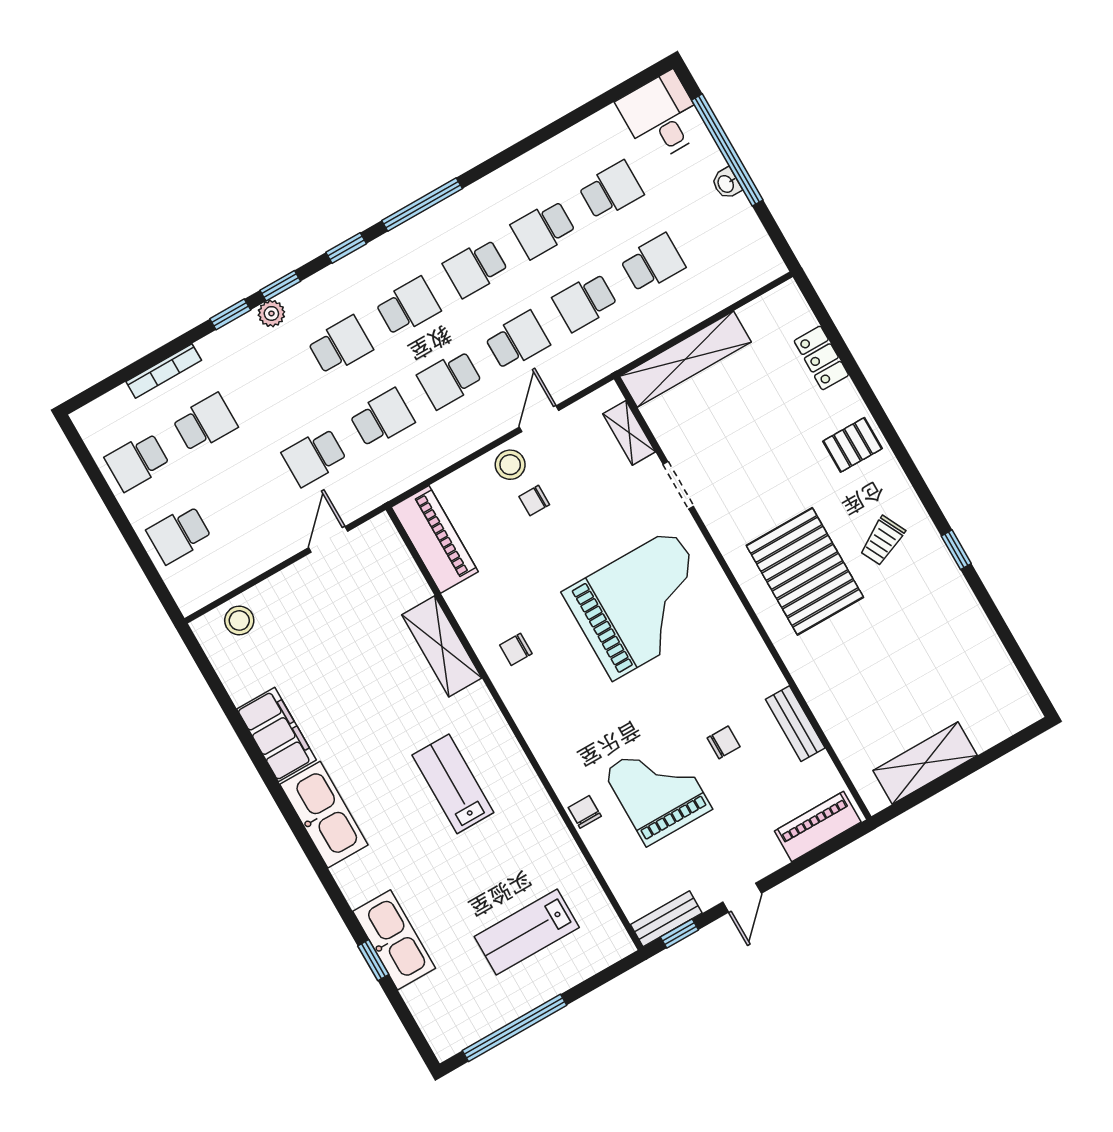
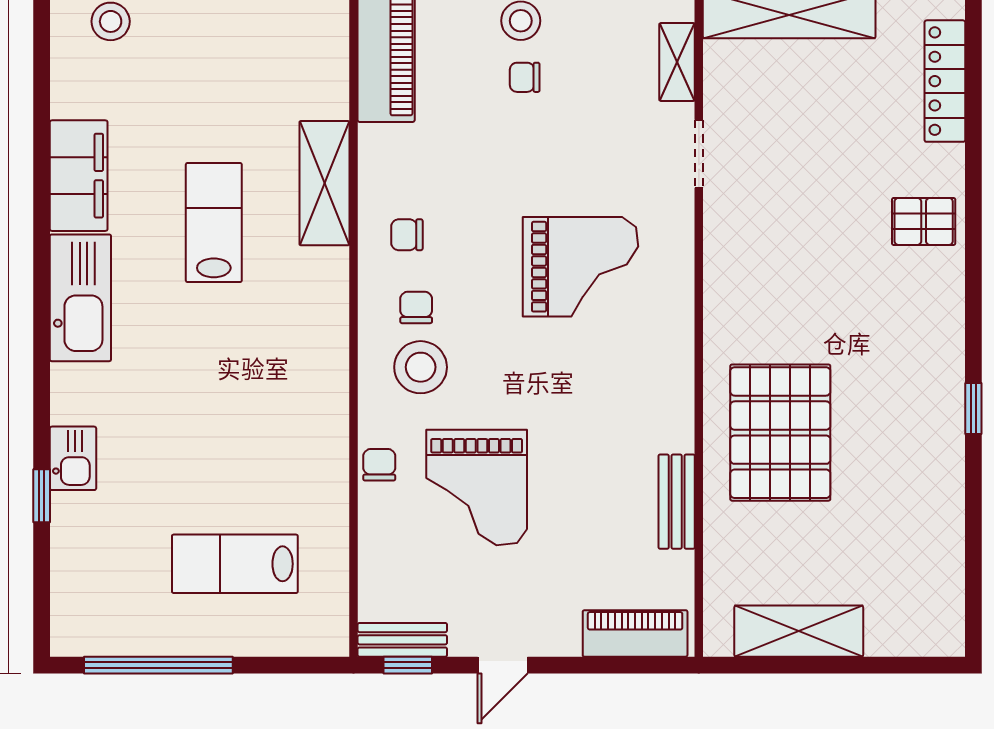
locker: (821, 358) -> (945, 81), width x1.53
trolley: (882, 541) -> (895, 350), removed
pallet: (805, 571) -> (780, 433), moved
grand piano: (643, 605) -> (581, 267), width x0.73, depth x0.68
stool: (575, 732) -> (421, 367), added
chair: (724, 742) -> (416, 307), moved, turned -90
lab bench: (453, 784) -> (214, 223), moved
grand piano: (658, 790) -> (477, 488), turned 180
kitchen sink: (394, 940) -> (73, 458), width x0.53, depth x0.81

